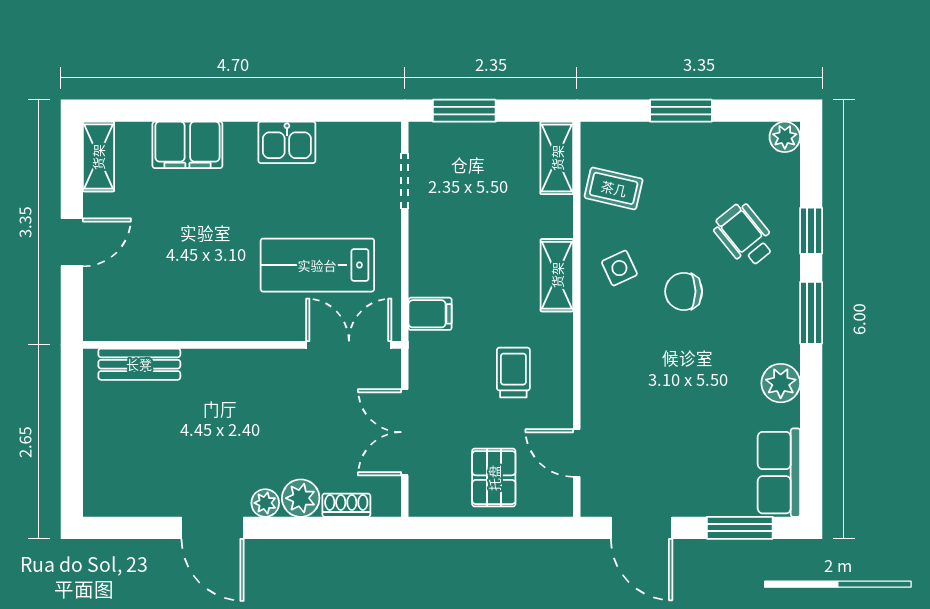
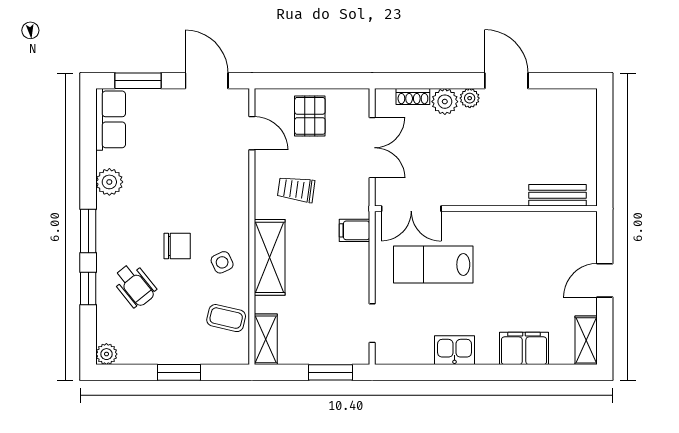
lab bench: (317, 265) -> (433, 264), turned 180
shelving: (557, 275) -> (270, 257), width x1.50, depth x1.33
trolley: (513, 373) -> (296, 189), turned 98

